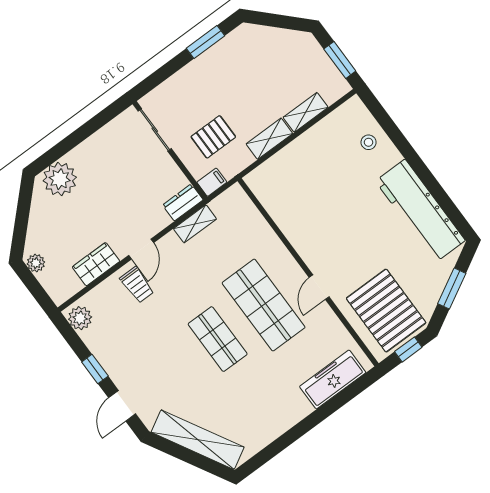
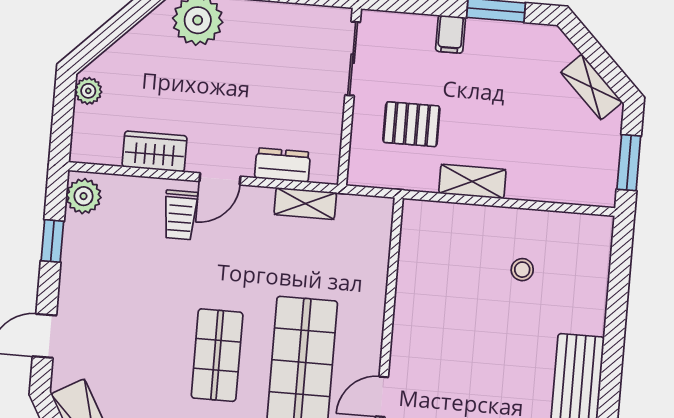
shelving: (306, 112) -> (591, 87), moved, turned 45
stool: (369, 142) -> (522, 270), moved
filing cabinet: (212, 182) -> (450, 34), moved, turned 90
dresser: (183, 202) -> (283, 165), moved
window: (95, 369) -> (52, 241), moved

